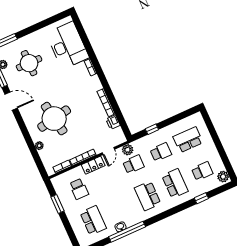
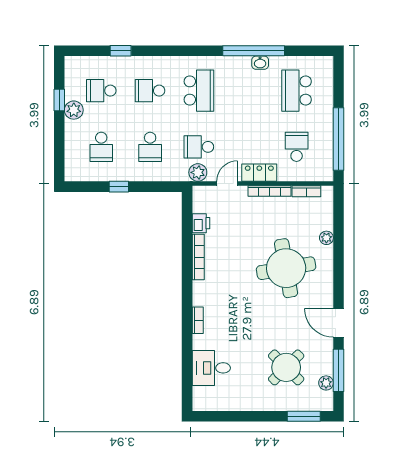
desk: (68, 45) -> (211, 368), width x0.53, depth x0.77
round table: (29, 63) -> (286, 367), turned 45
window: (152, 129) -> (119, 187), moved
school desk: (188, 140) -> (101, 147), width x0.54
school desk: (161, 152) -> (150, 147), turned -90
window: (223, 155) -> (59, 100), added
plant: (223, 177) -> (74, 110), moved
school desk: (175, 183) -> (150, 91), width x0.54
window: (57, 204) -> (338, 139), width x2.11

